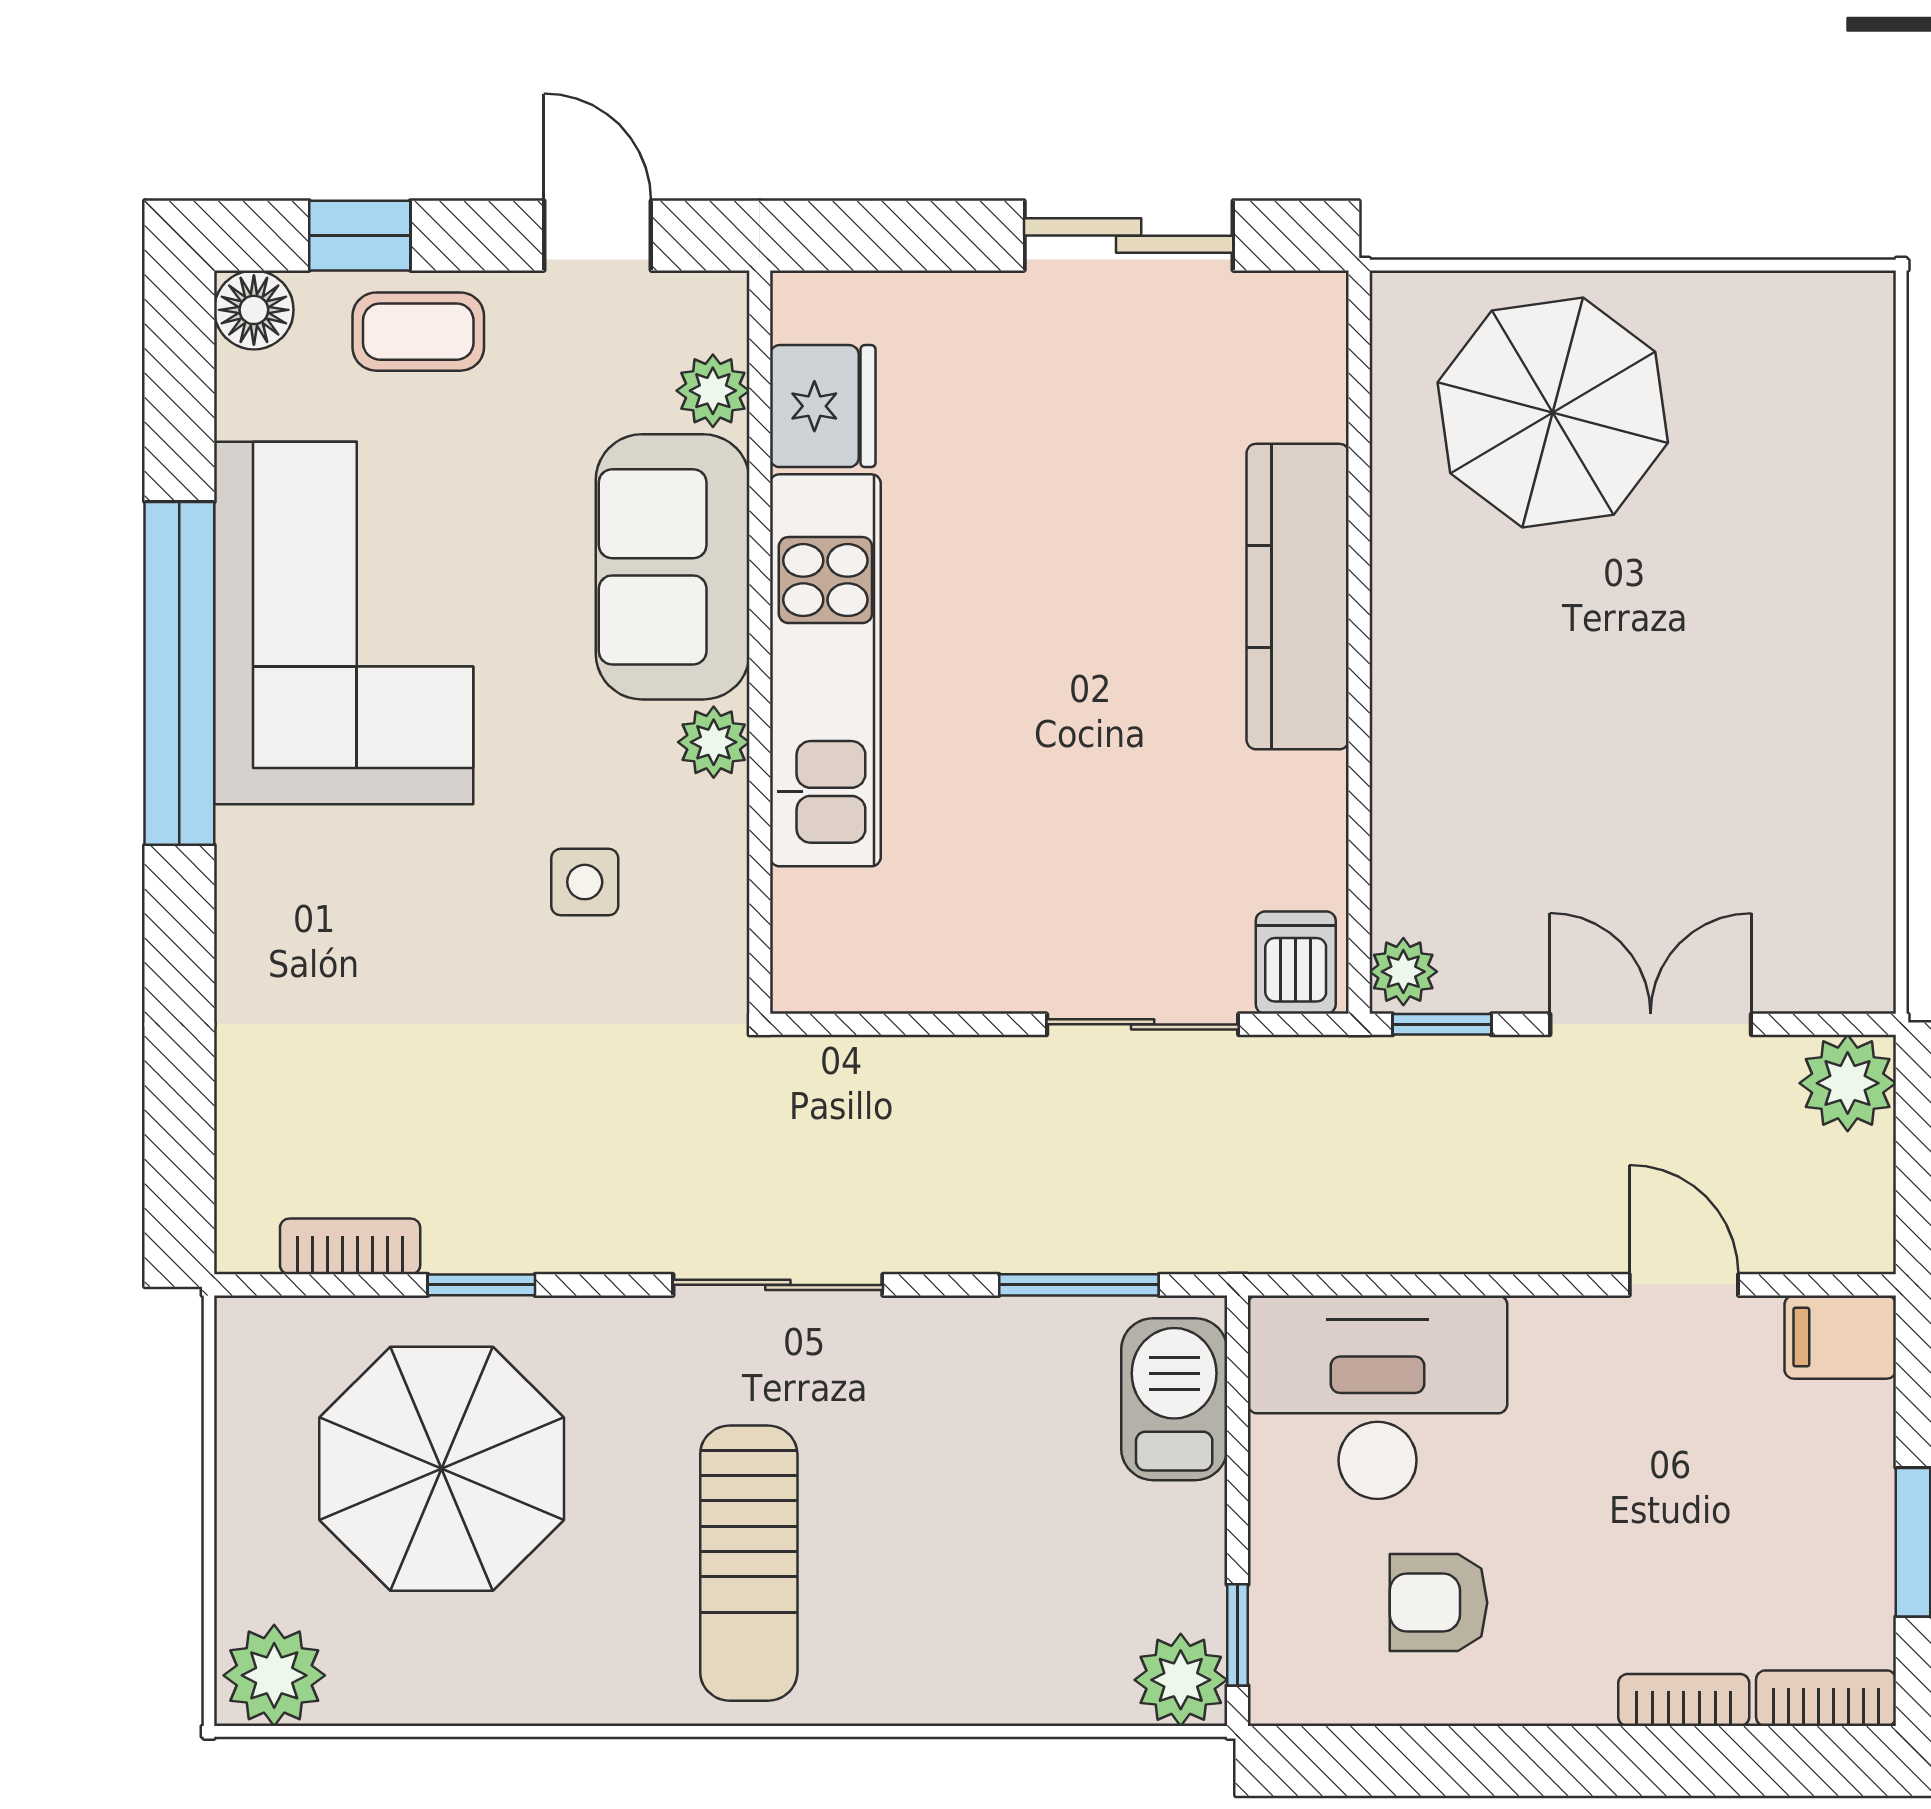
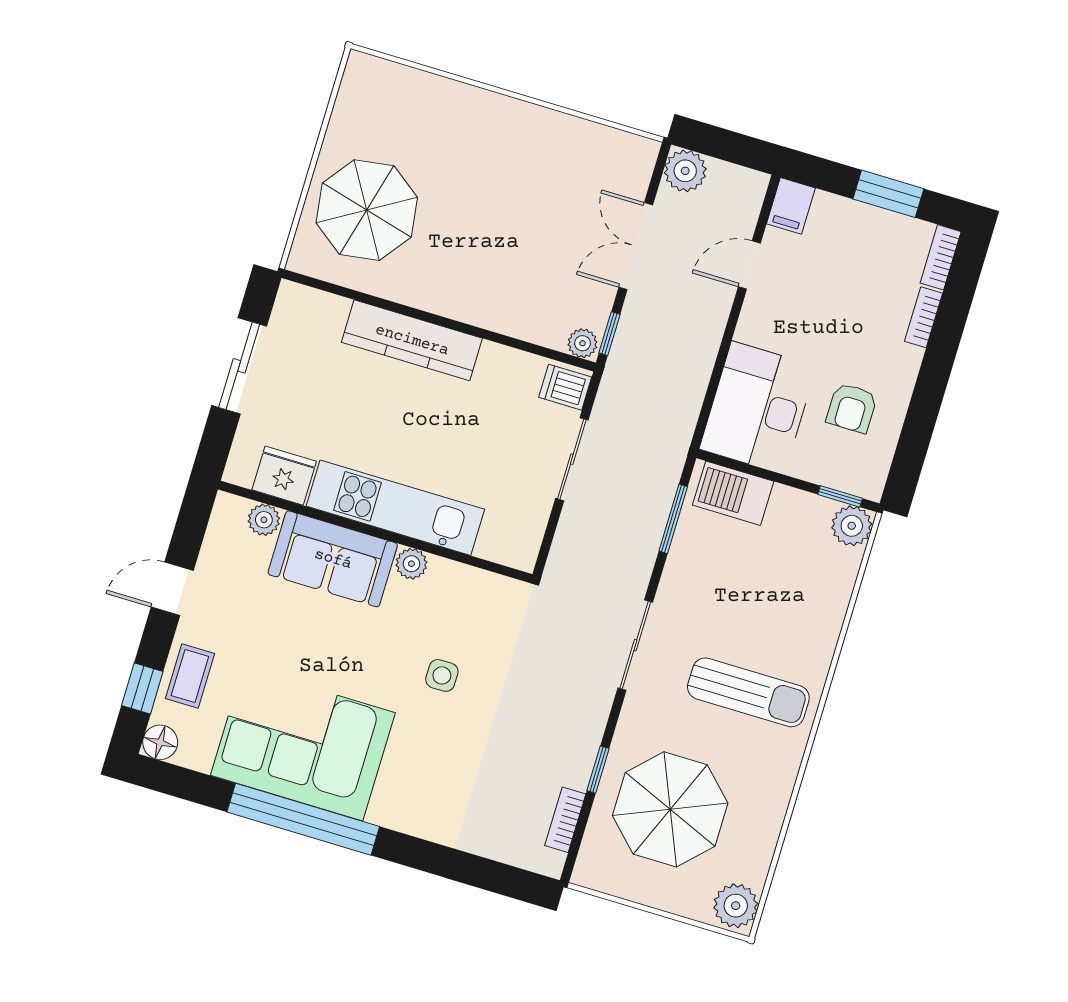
plant: (713, 391) -> (264, 520), moved
fridge: (823, 406) -> (284, 476), moved
sofa: (673, 567) -> (333, 559), moved
wall: (760, 642) -> (375, 532), moved
kitchen unit: (825, 670) -> (395, 508), moved
plant: (714, 742) -> (411, 564), moved

